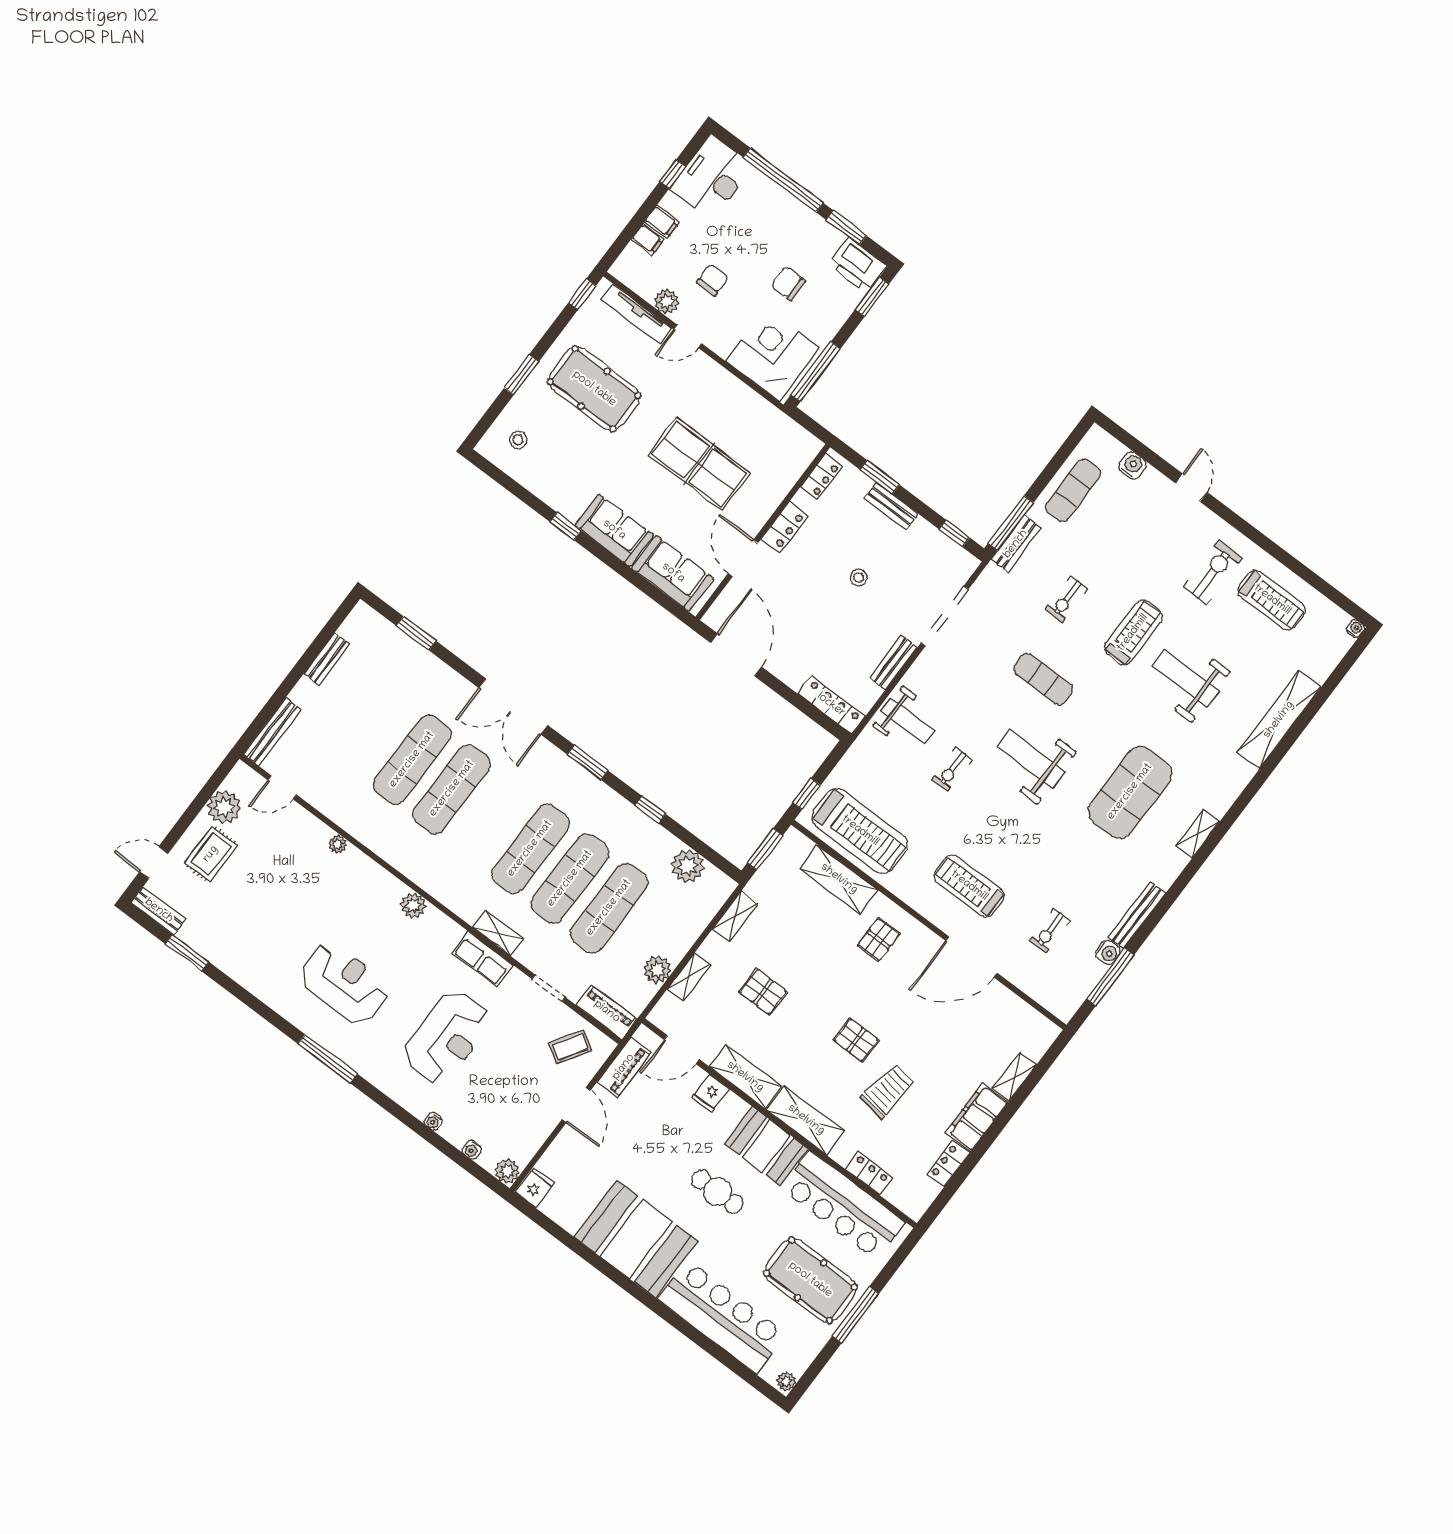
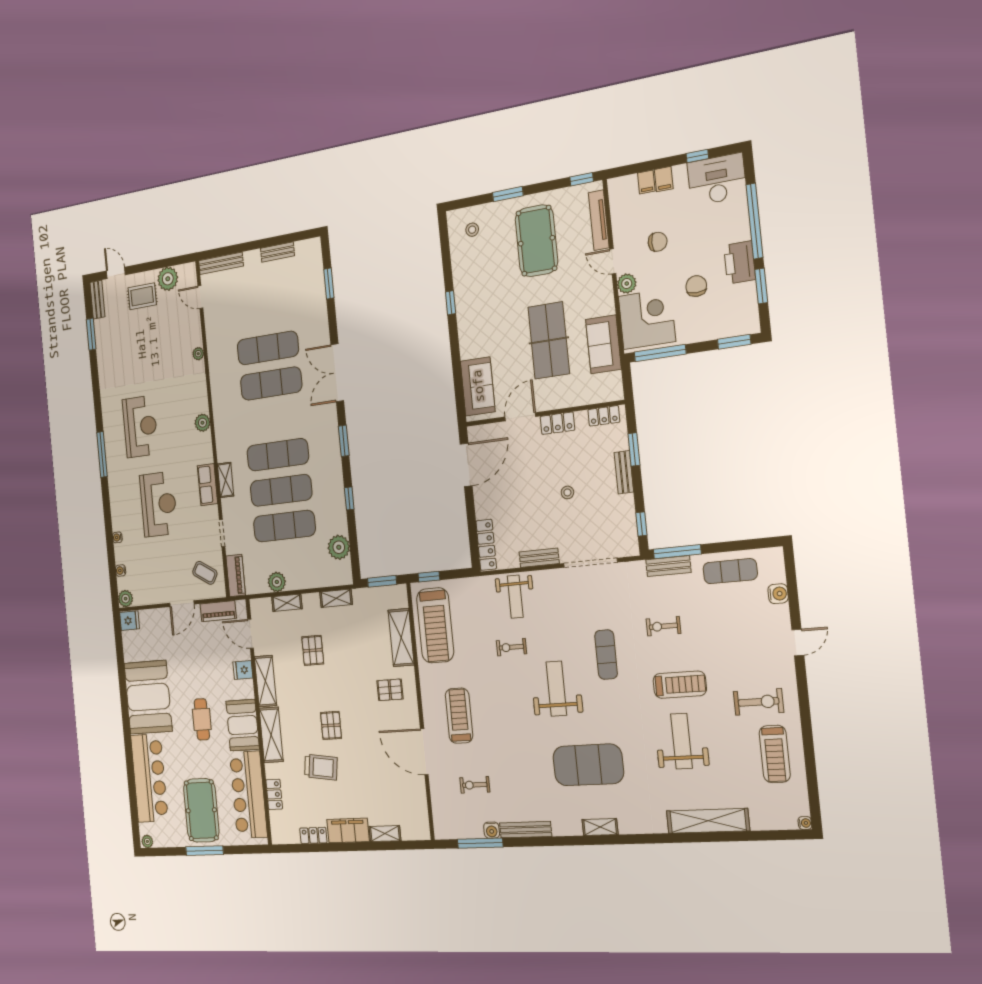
printer: (857, 265) -> (740, 262), moved
plant: (667, 301) -> (627, 284), moved
sofa: (614, 530) -> (603, 344), moved, turned 180
reception desk: (447, 1037) -> (159, 504), turned -90

